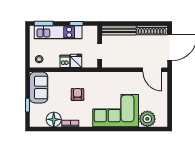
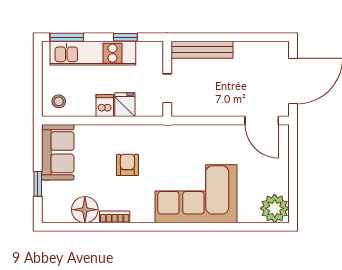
shoe rack: (152, 30) -> (262, 49), removed
plant: (147, 119) -> (275, 208), moved

